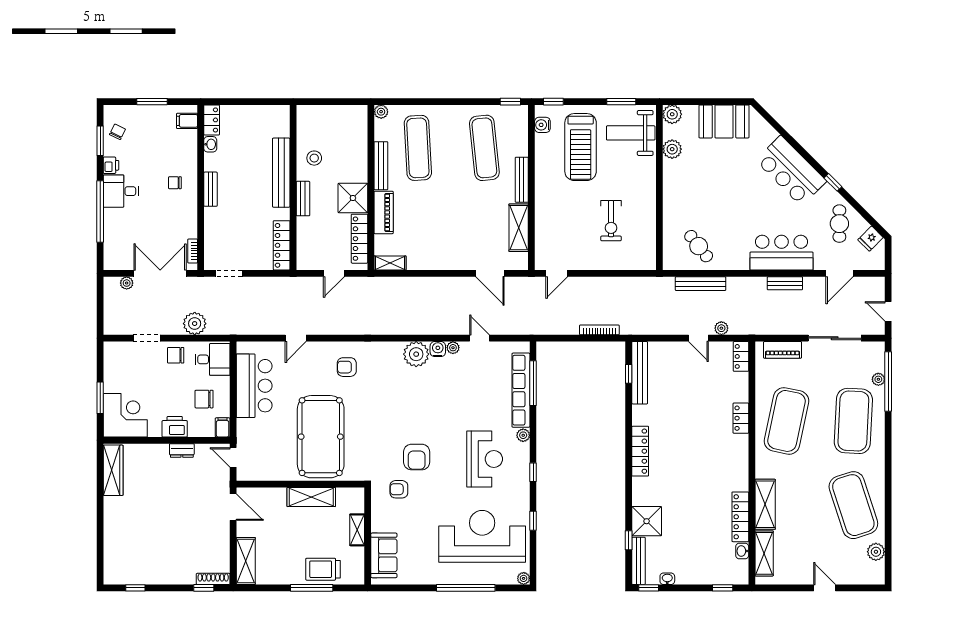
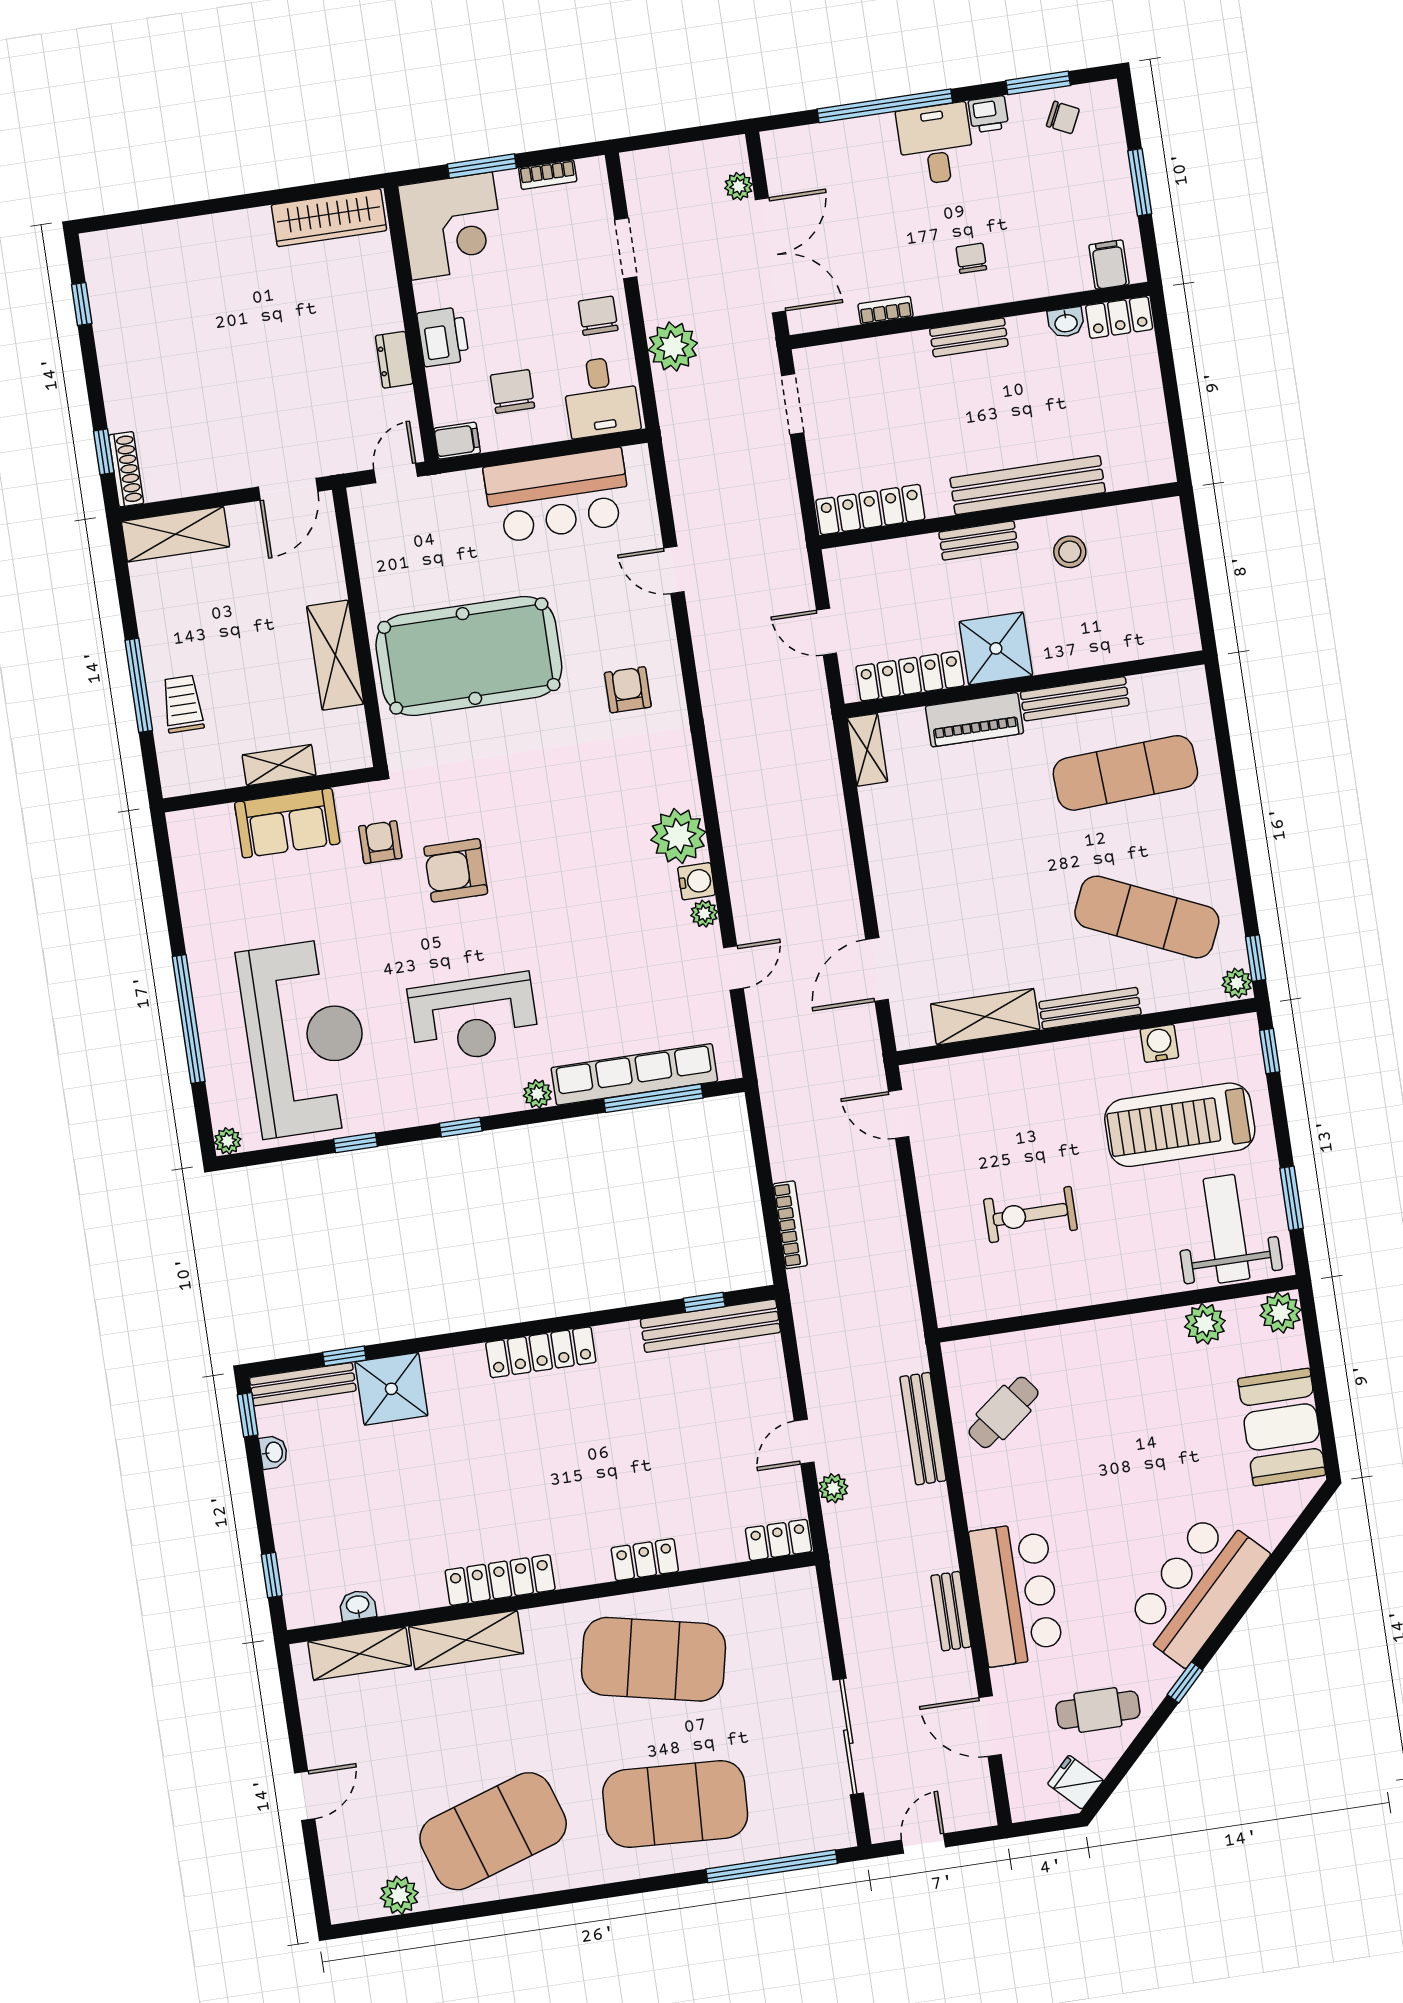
plant: (381, 112) -> (1237, 983), moved
water cooler: (542, 125) -> (1159, 1043), moved
exercise mat: (484, 148) -> (1147, 917), turned 30
bookcase: (193, 251) -> (886, 310), moved
piano: (783, 350) -> (806, 1628), removed
bookcase: (109, 369) -> (548, 175), added
plant: (878, 379) -> (773, 1845), removed
locker: (740, 517) -> (500, 1580), moved
sofa: (384, 555) -> (287, 823), moved
trolley: (323, 569) -> (183, 704), width x0.73, depth x0.72

